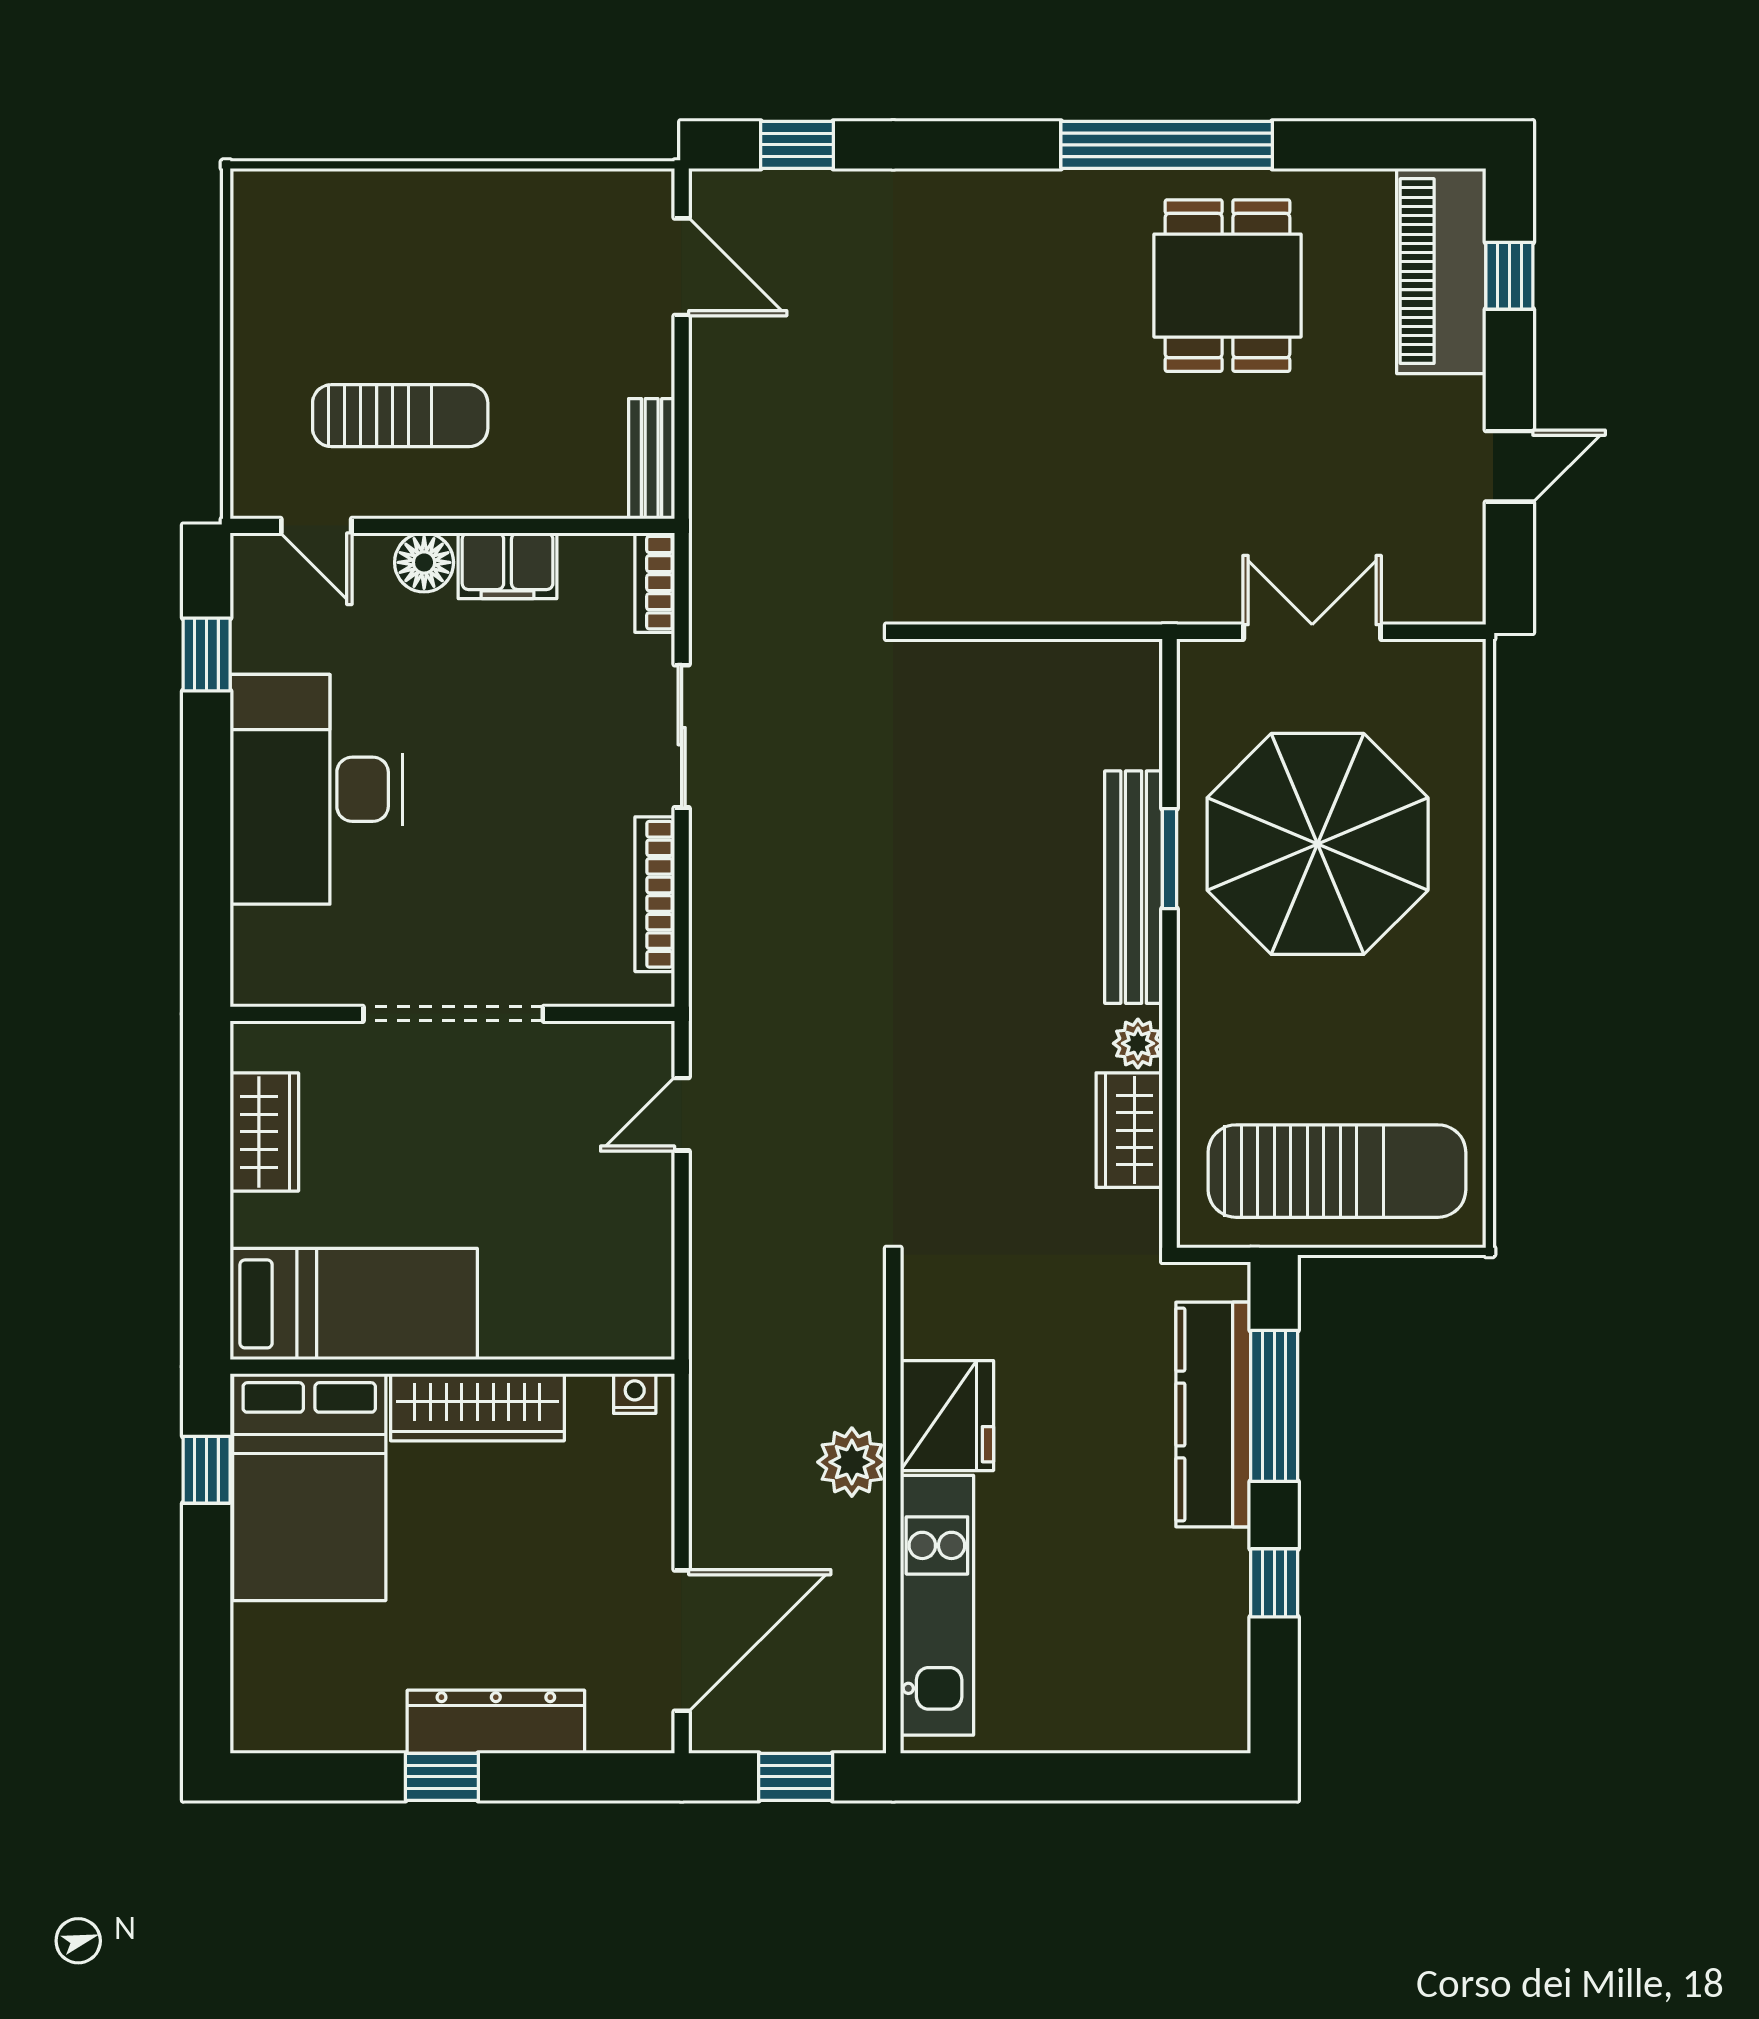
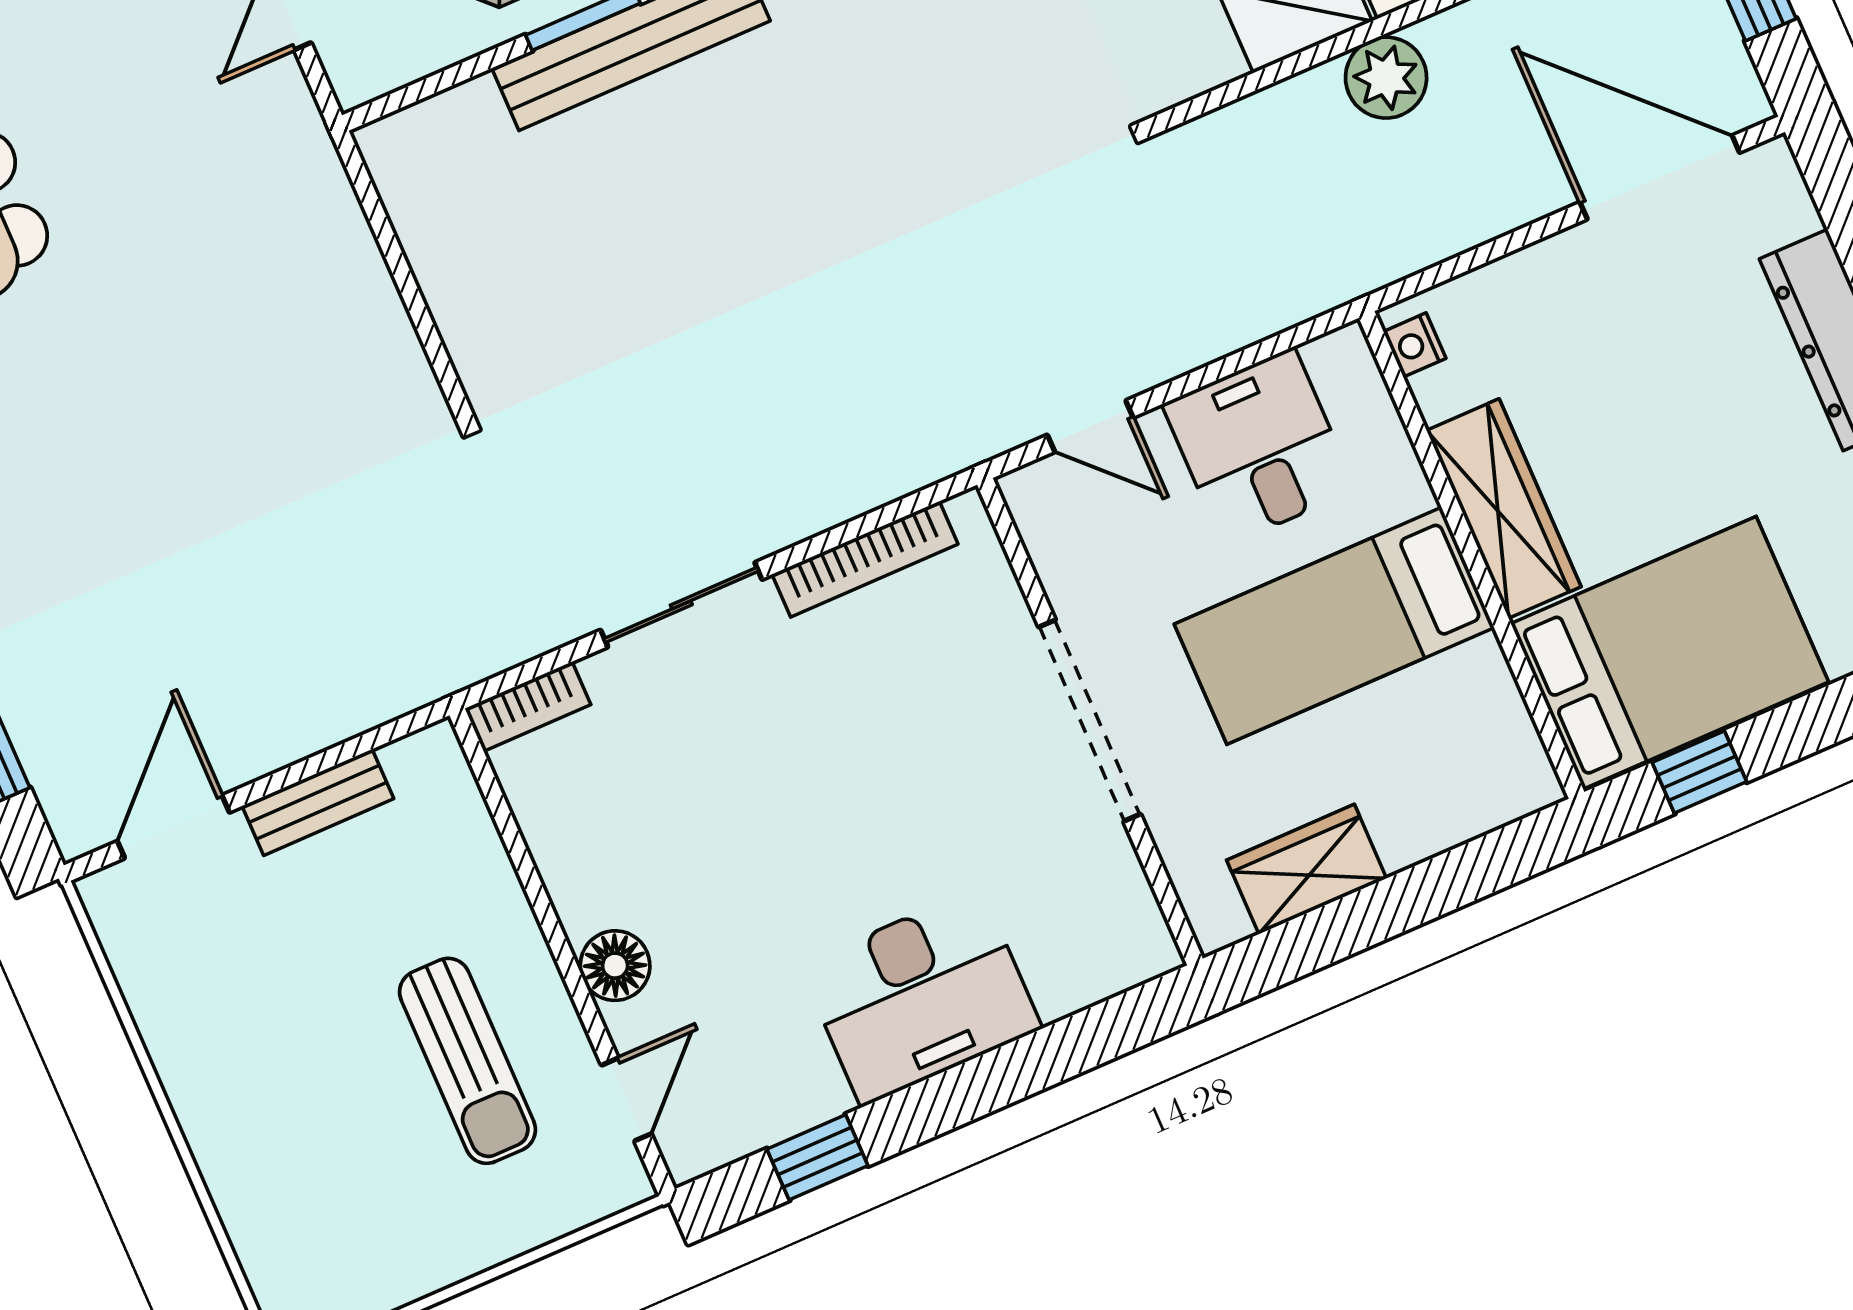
sun lounger: (400, 416) -> (467, 1061), turned 180
bench: (652, 459) -> (318, 802), moved
filing cabinet: (508, 566) -> (579, 874), removed
desk: (316, 789) -> (921, 997), width x0.73, depth x0.77
desk: (608, 1238) -> (1259, 447), added
bed: (354, 1304) -> (1334, 626), moved, turned -90

